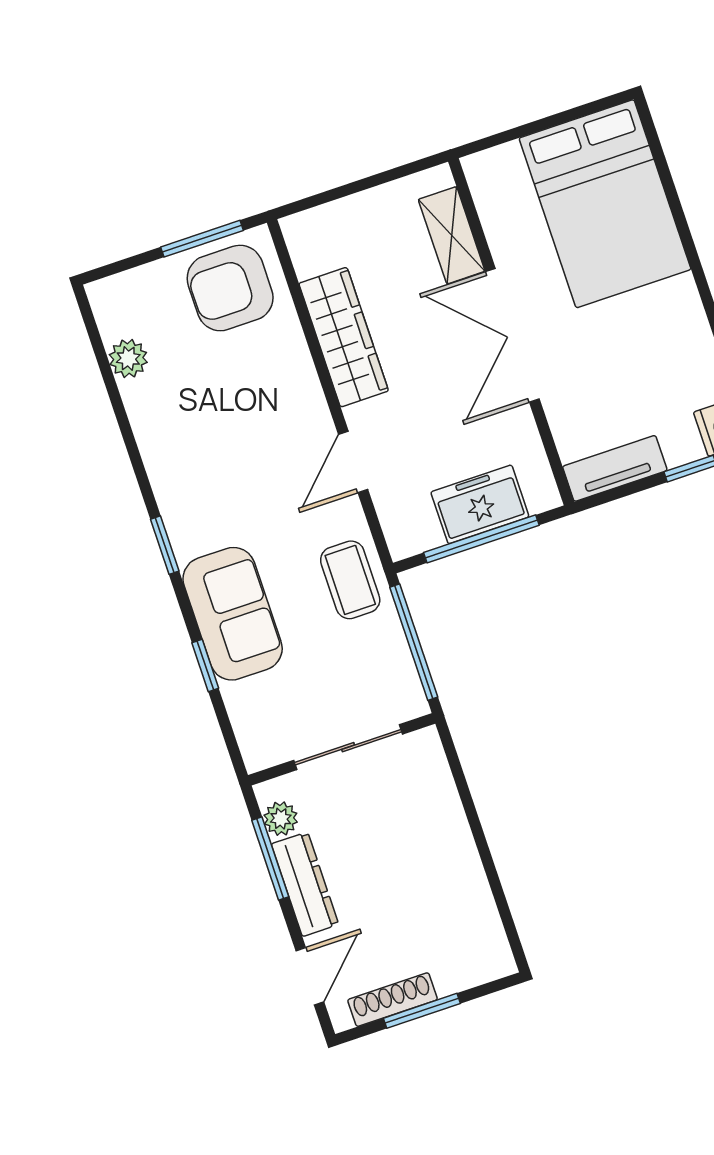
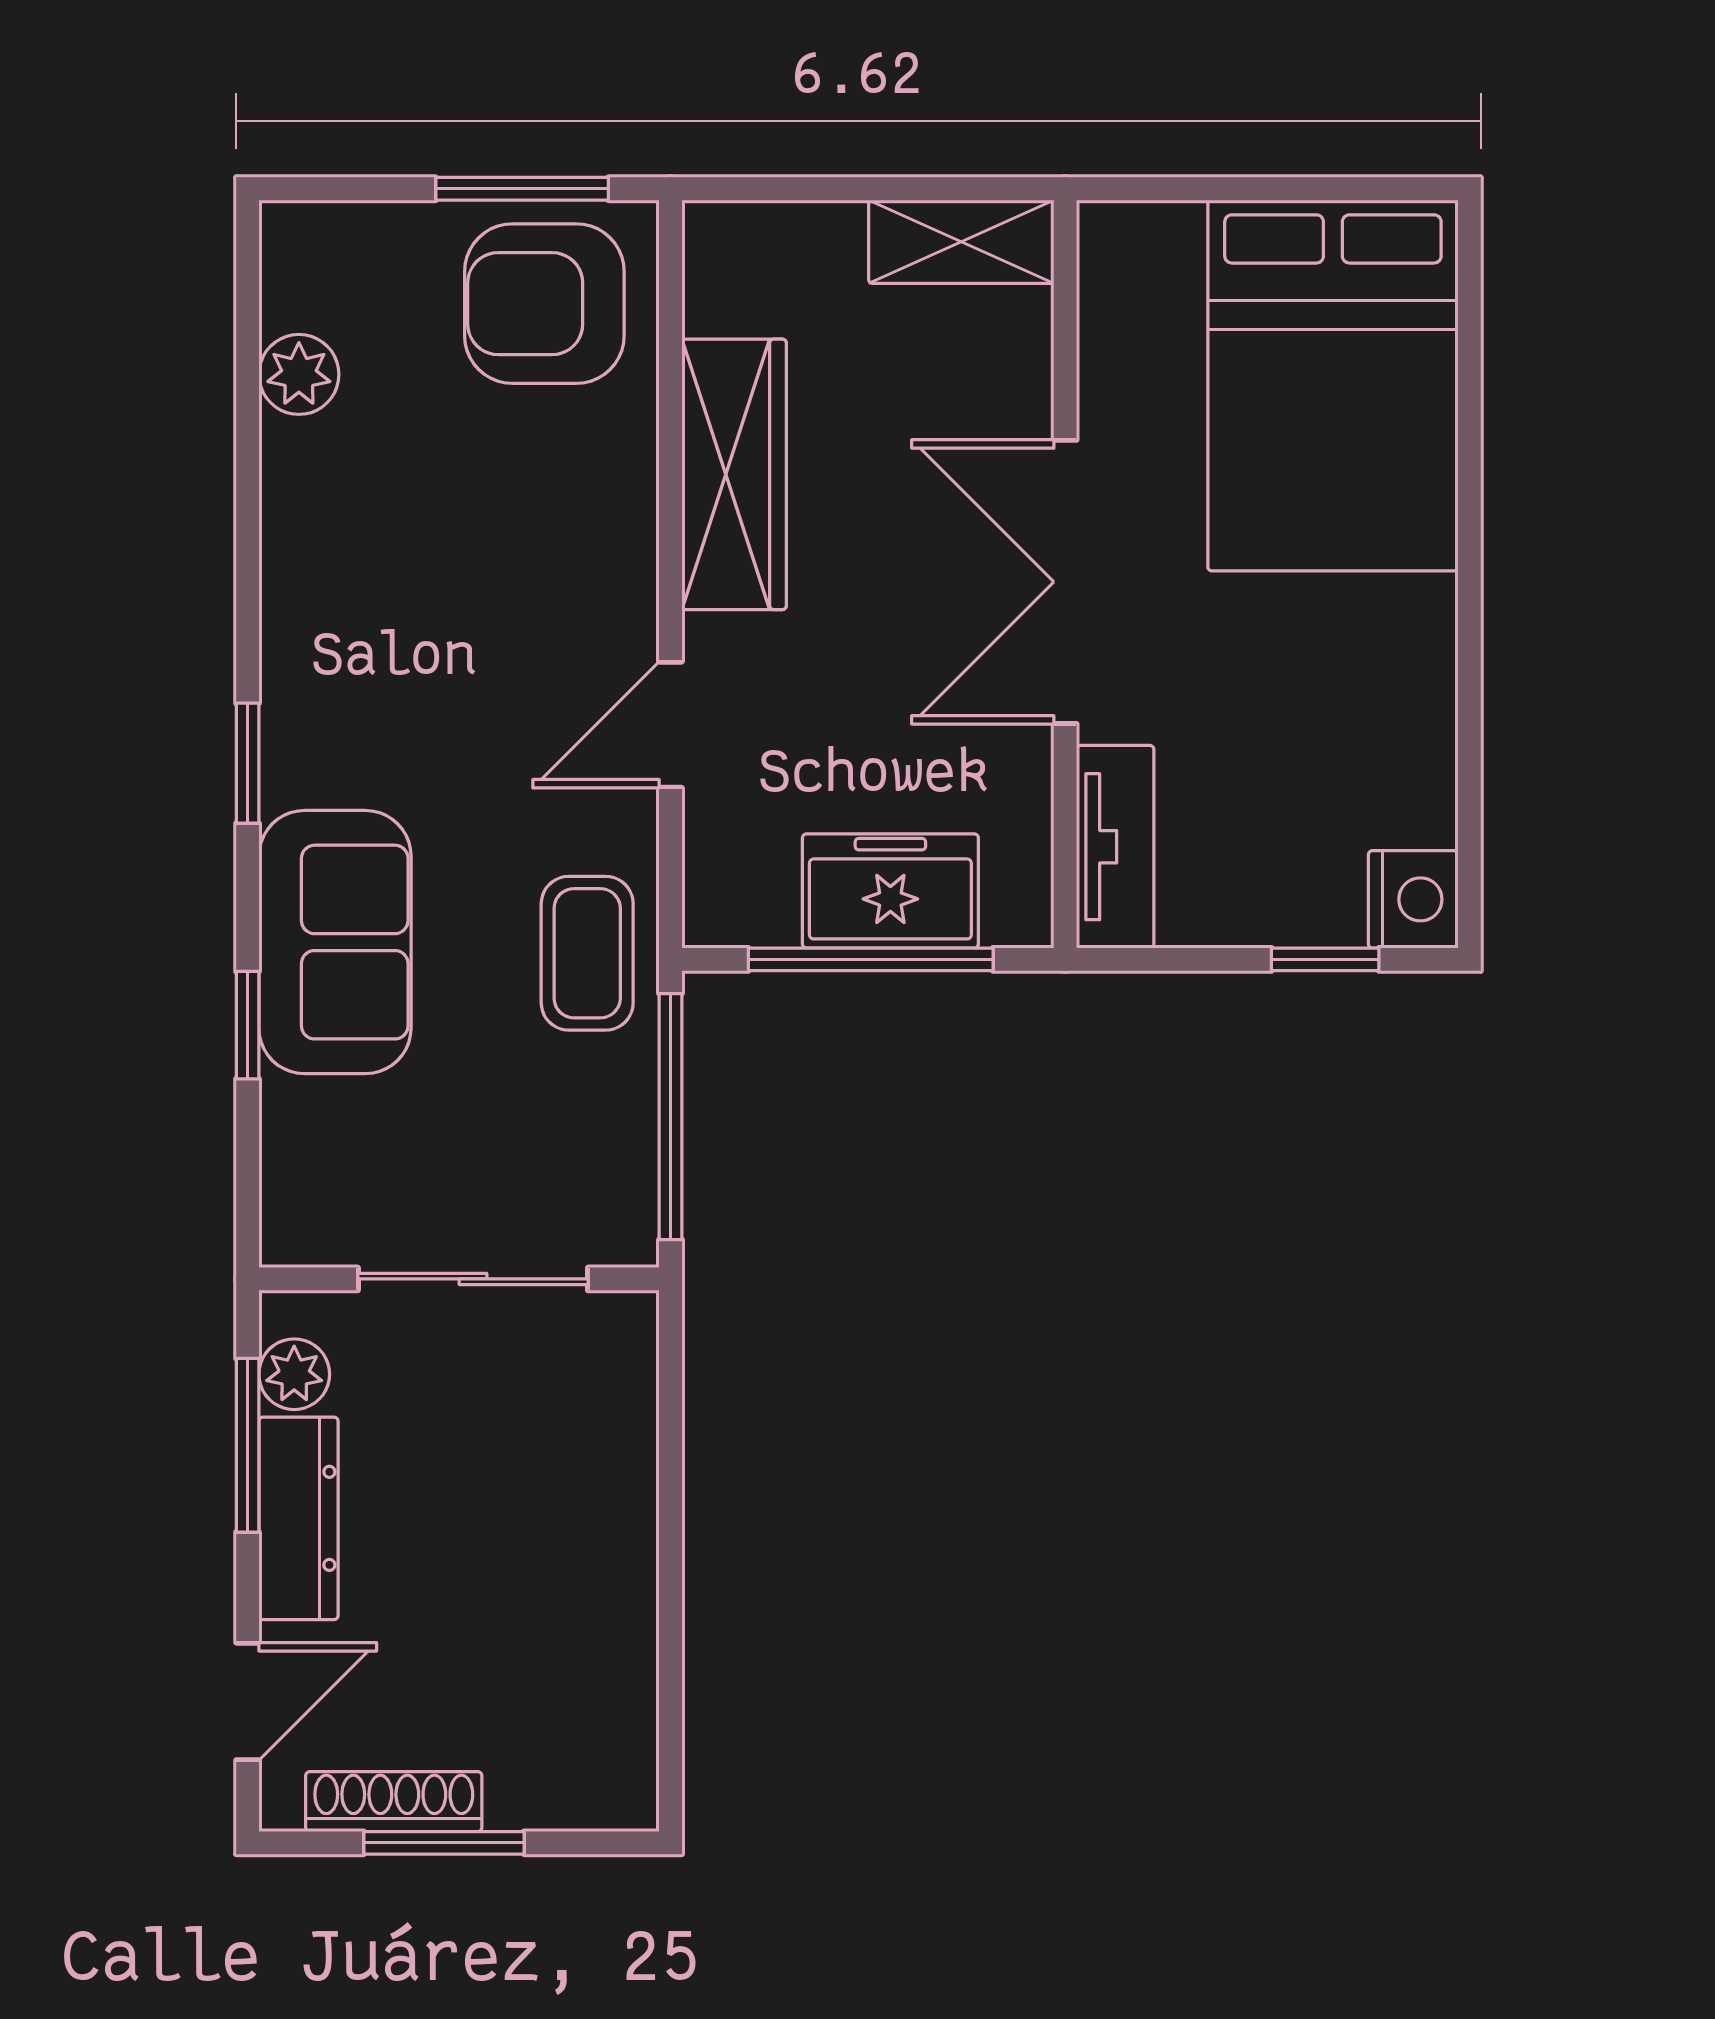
shelving: (452, 235) -> (961, 242), moved, turned 90
tv unit: (615, 468) -> (1115, 847), moved, turned 90

